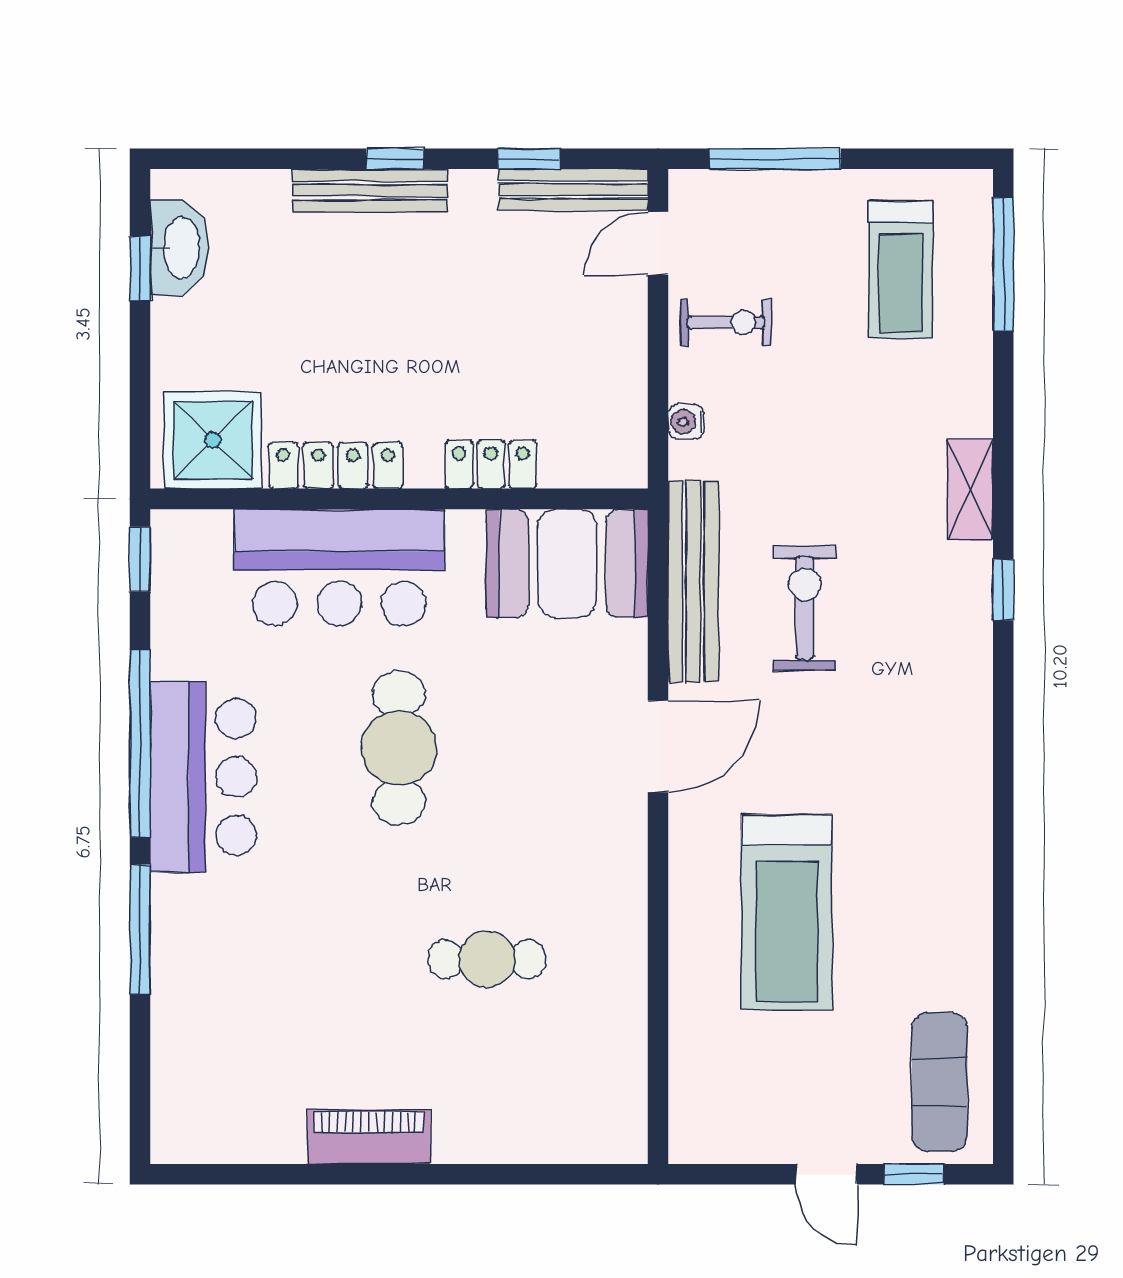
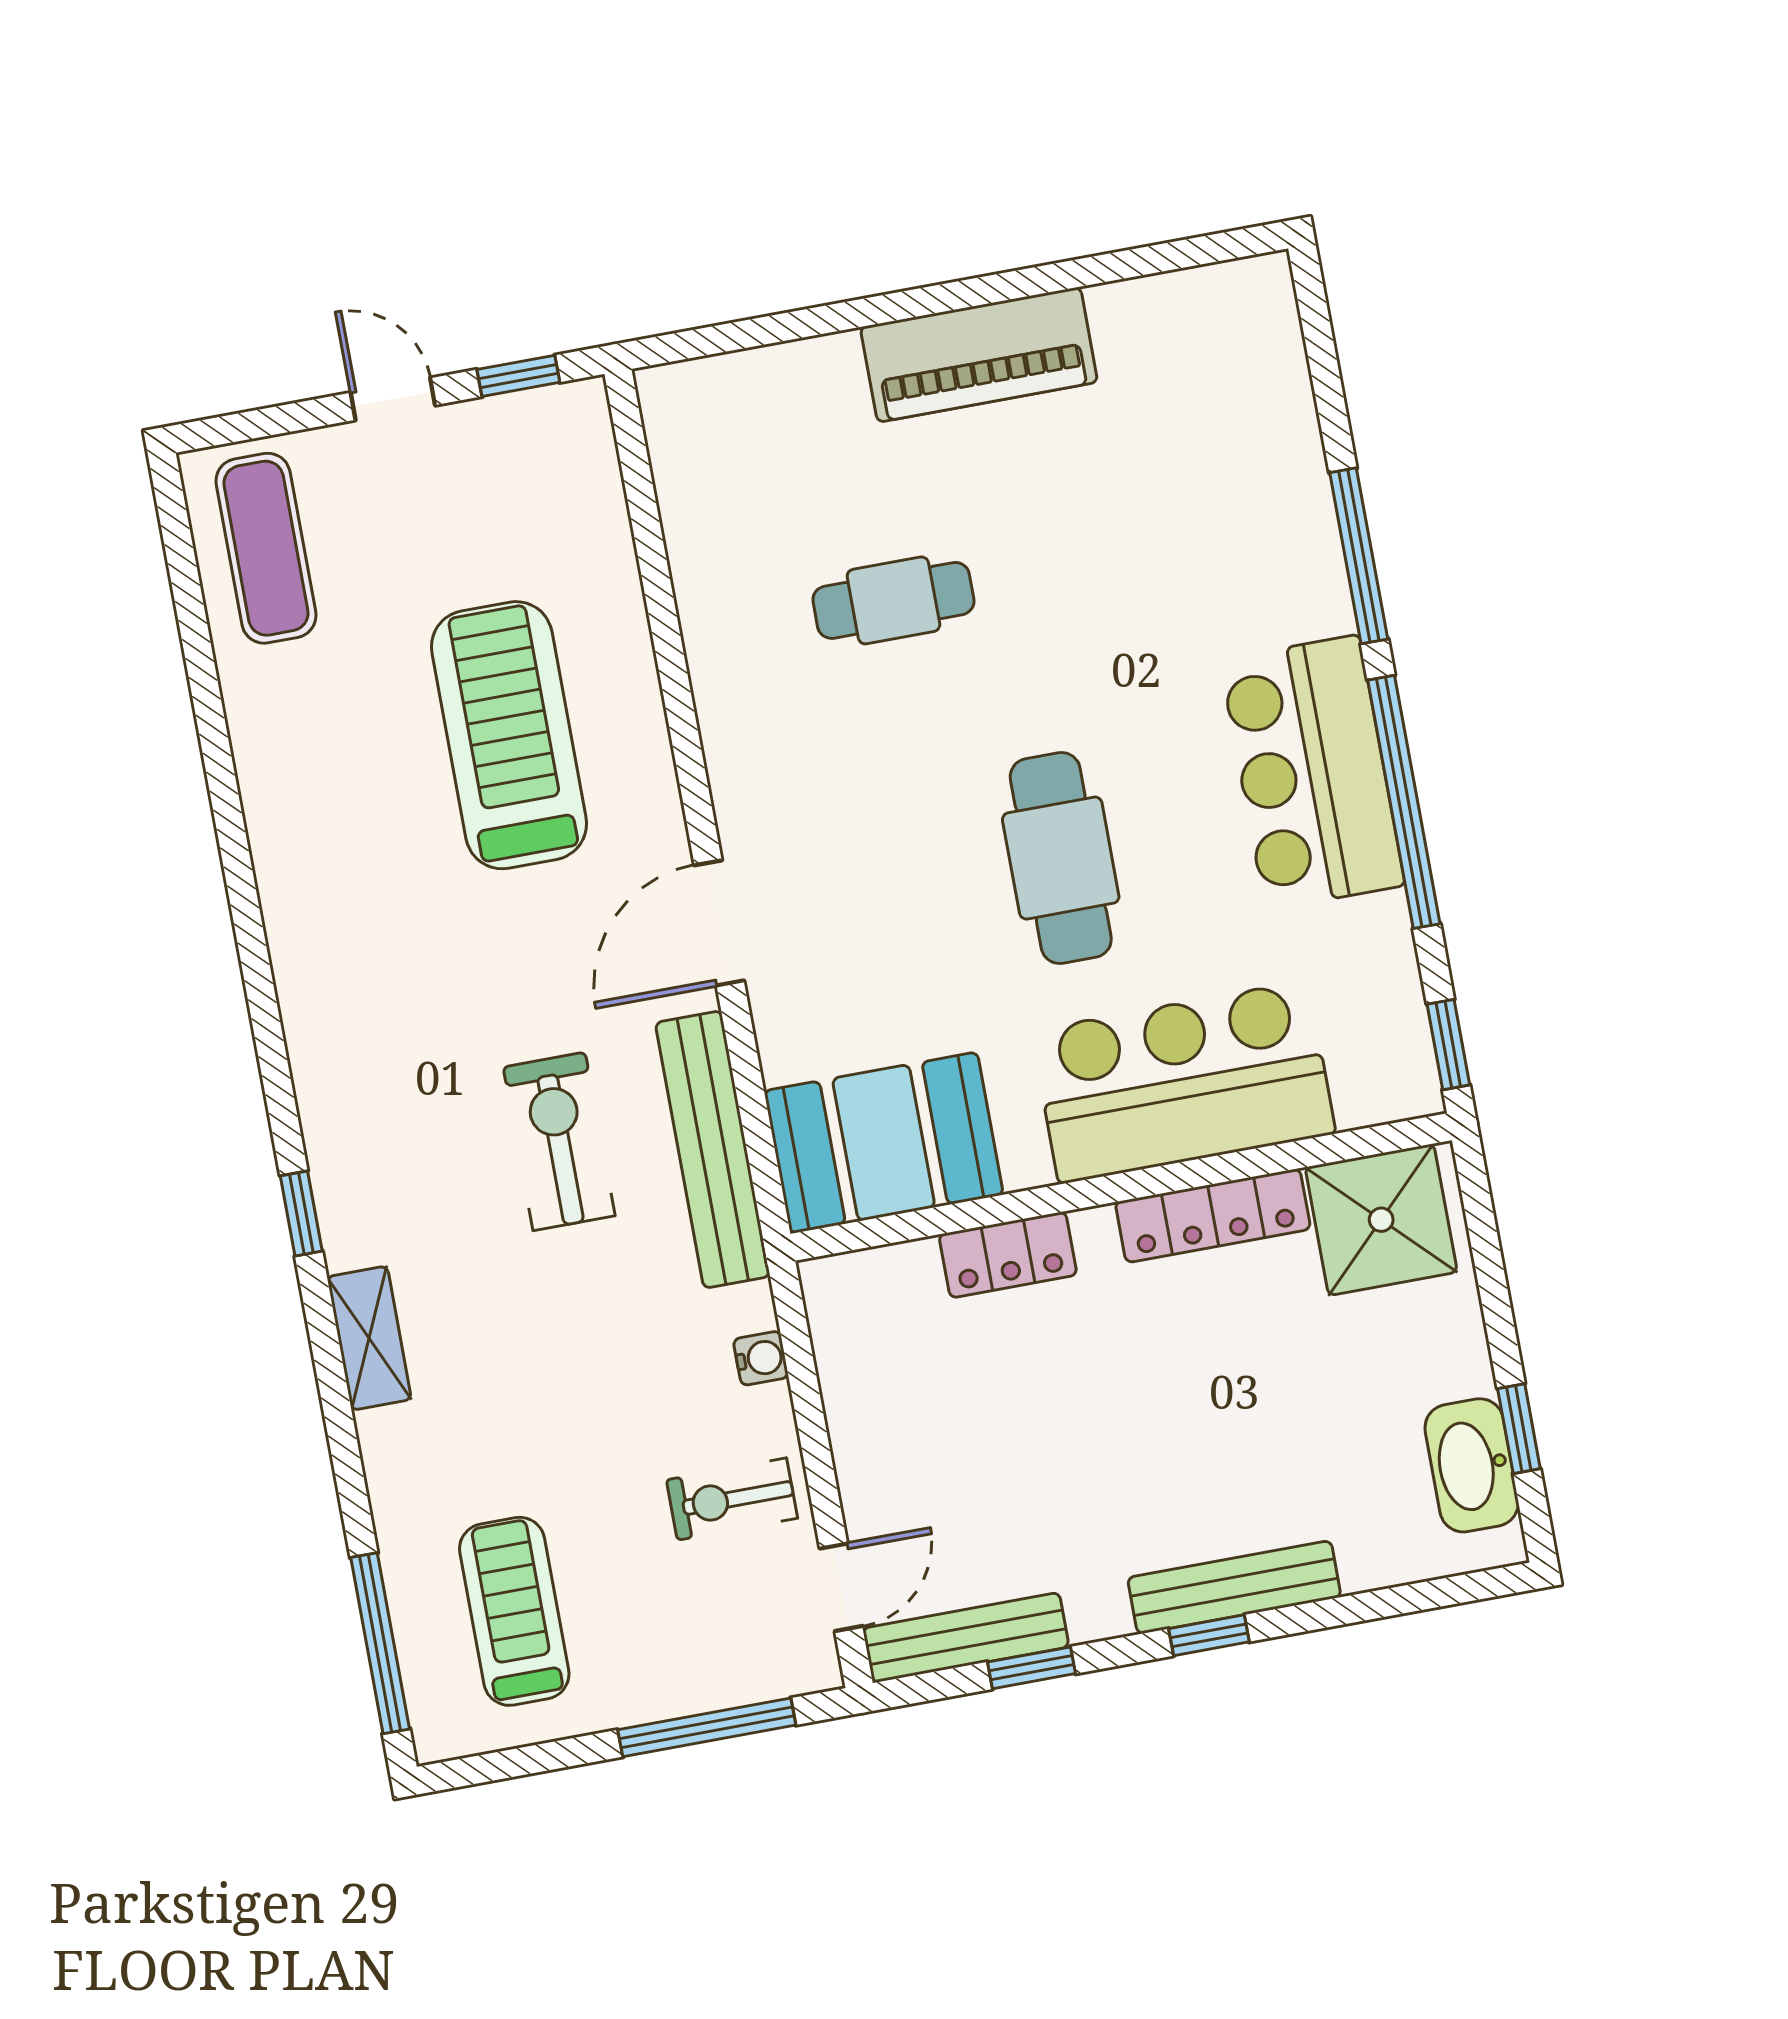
exercise bike: (805, 608) -> (559, 1141), turned 180
piano: (369, 1137) -> (979, 355), width x1.37, depth x1.33
window: (914, 1174) -> (518, 376), moved

